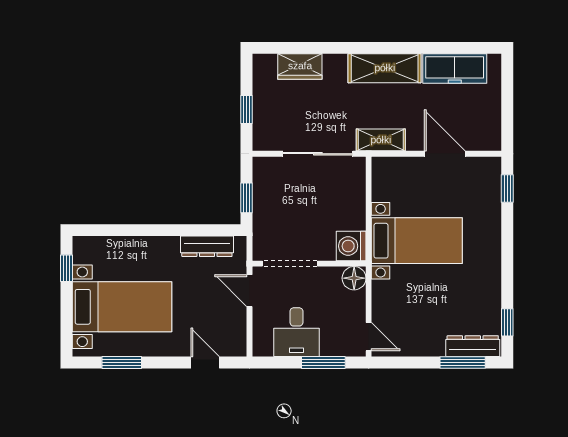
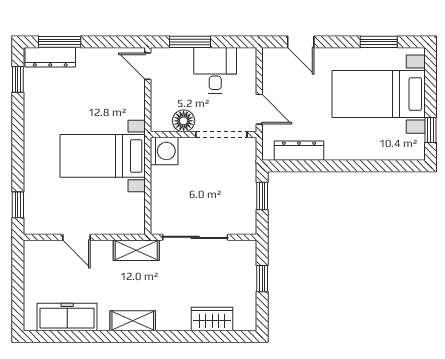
shelving: (385, 68) -> (133, 321), width x0.67, depth x0.75
door: (445, 154) -> (76, 237), width x0.73
floor lamp: (354, 278) -> (184, 121), moved

